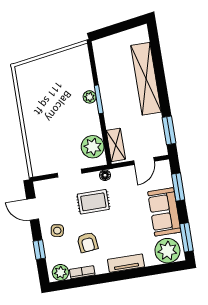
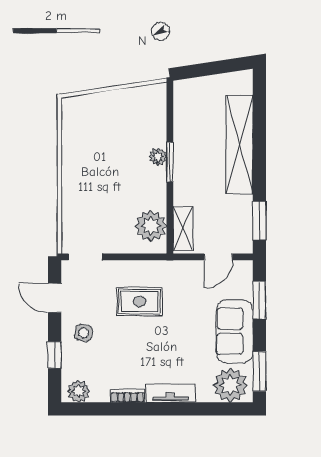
doorway: (69, 173) -> (85, 257), moved
floor lamp: (105, 175) -> (161, 268), removed
armchair: (87, 242) -> (122, 356), removed
bookcase: (82, 272) -> (127, 396), moved

